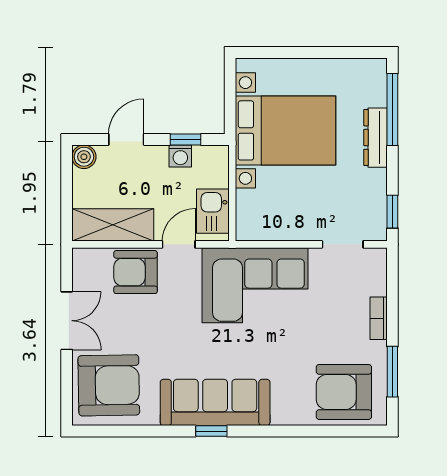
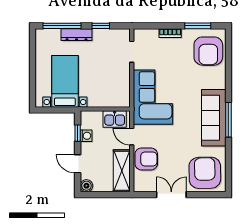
bed with nightstands: (286, 130) -> (65, 81), width x0.73
window: (392, 212) -> (101, 26), moved
armchair: (136, 272) -> (146, 159), turned -90
window: (211, 431) -> (228, 120), width x2.17

